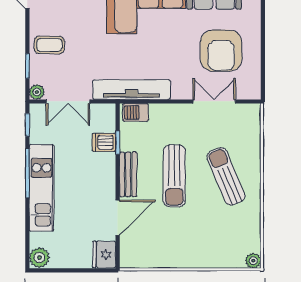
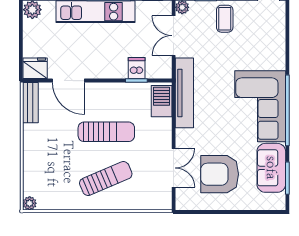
barbecue: (136, 112) -> (162, 101), width x1.38, depth x1.27
bench: (128, 174) -> (30, 103), moved, turned 90
sun lounger: (174, 176) -> (106, 132), turned 180

